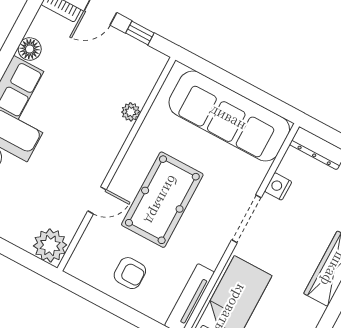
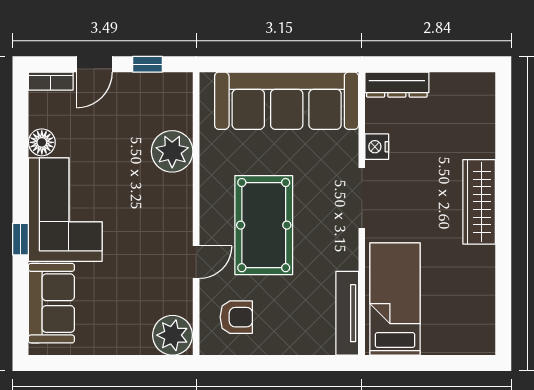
plant: (131, 112) -> (172, 151), width x1.88, depth x1.88
armchair: (130, 273) -> (236, 317), moved

